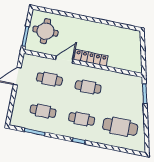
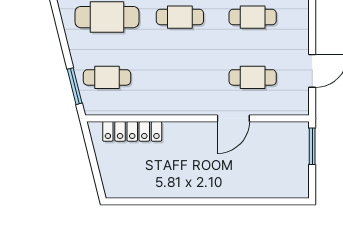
round table: (45, 31) -> (278, 163), removed
locker: (91, 58) -> (132, 131), moved
cafe table: (88, 87) -> (107, 77), moved

